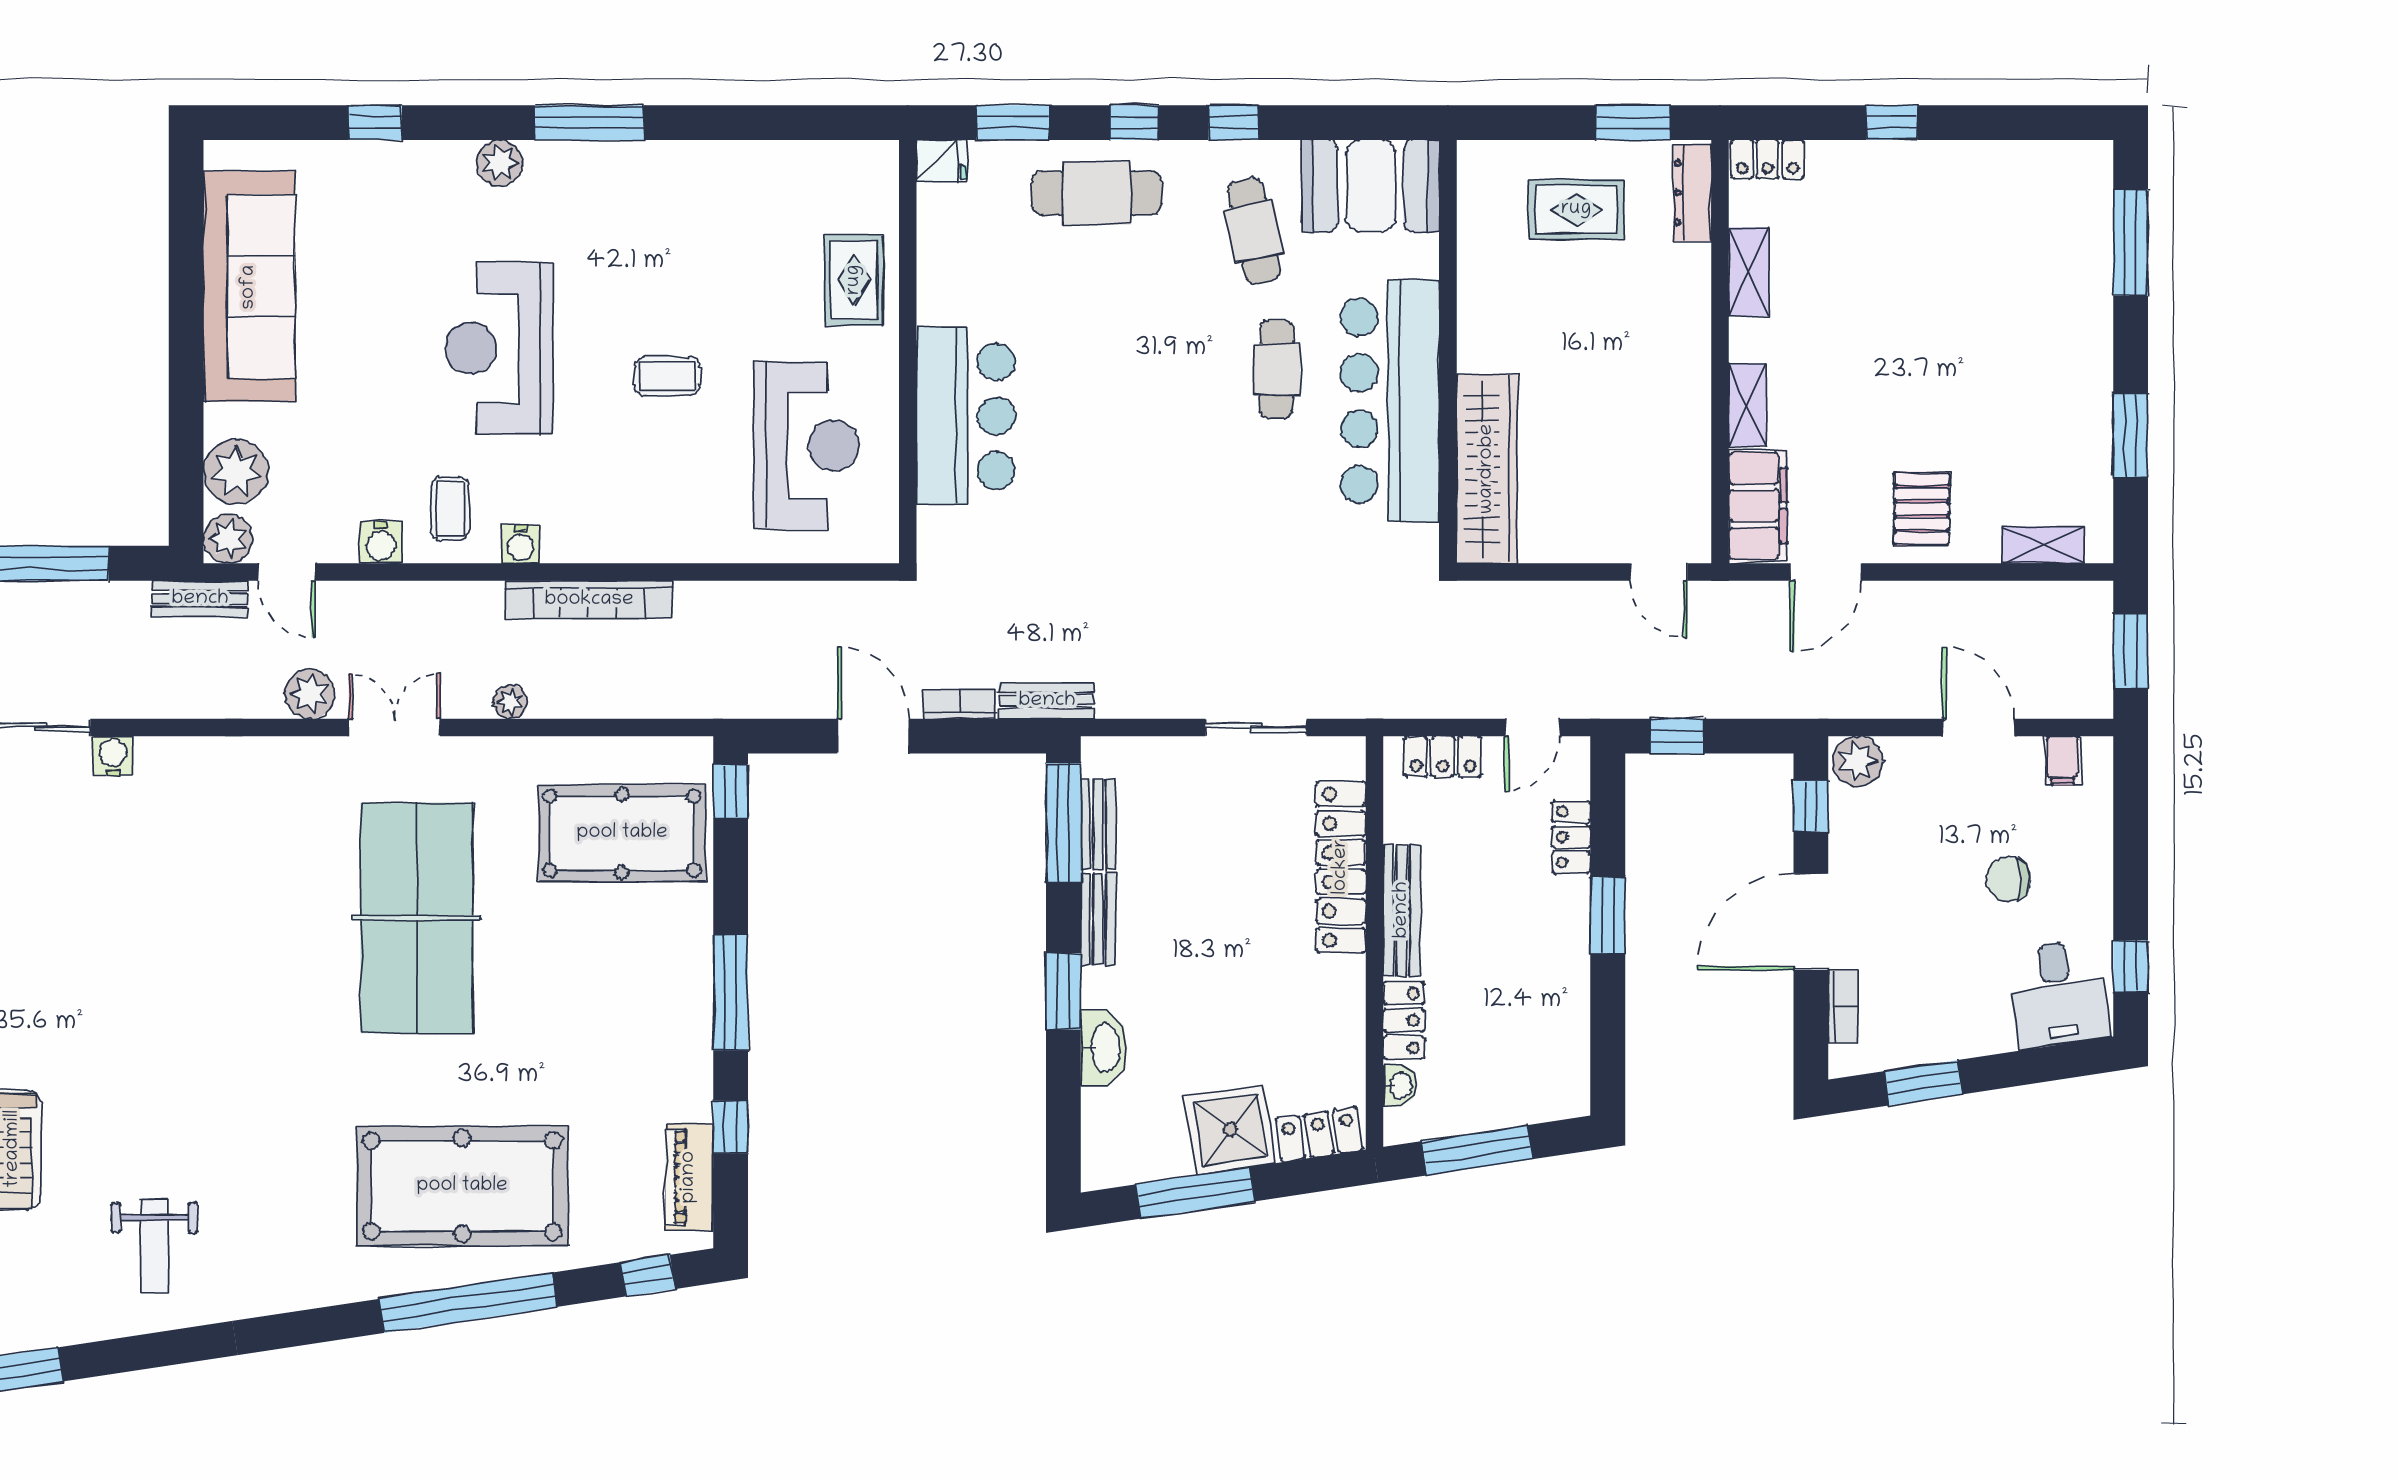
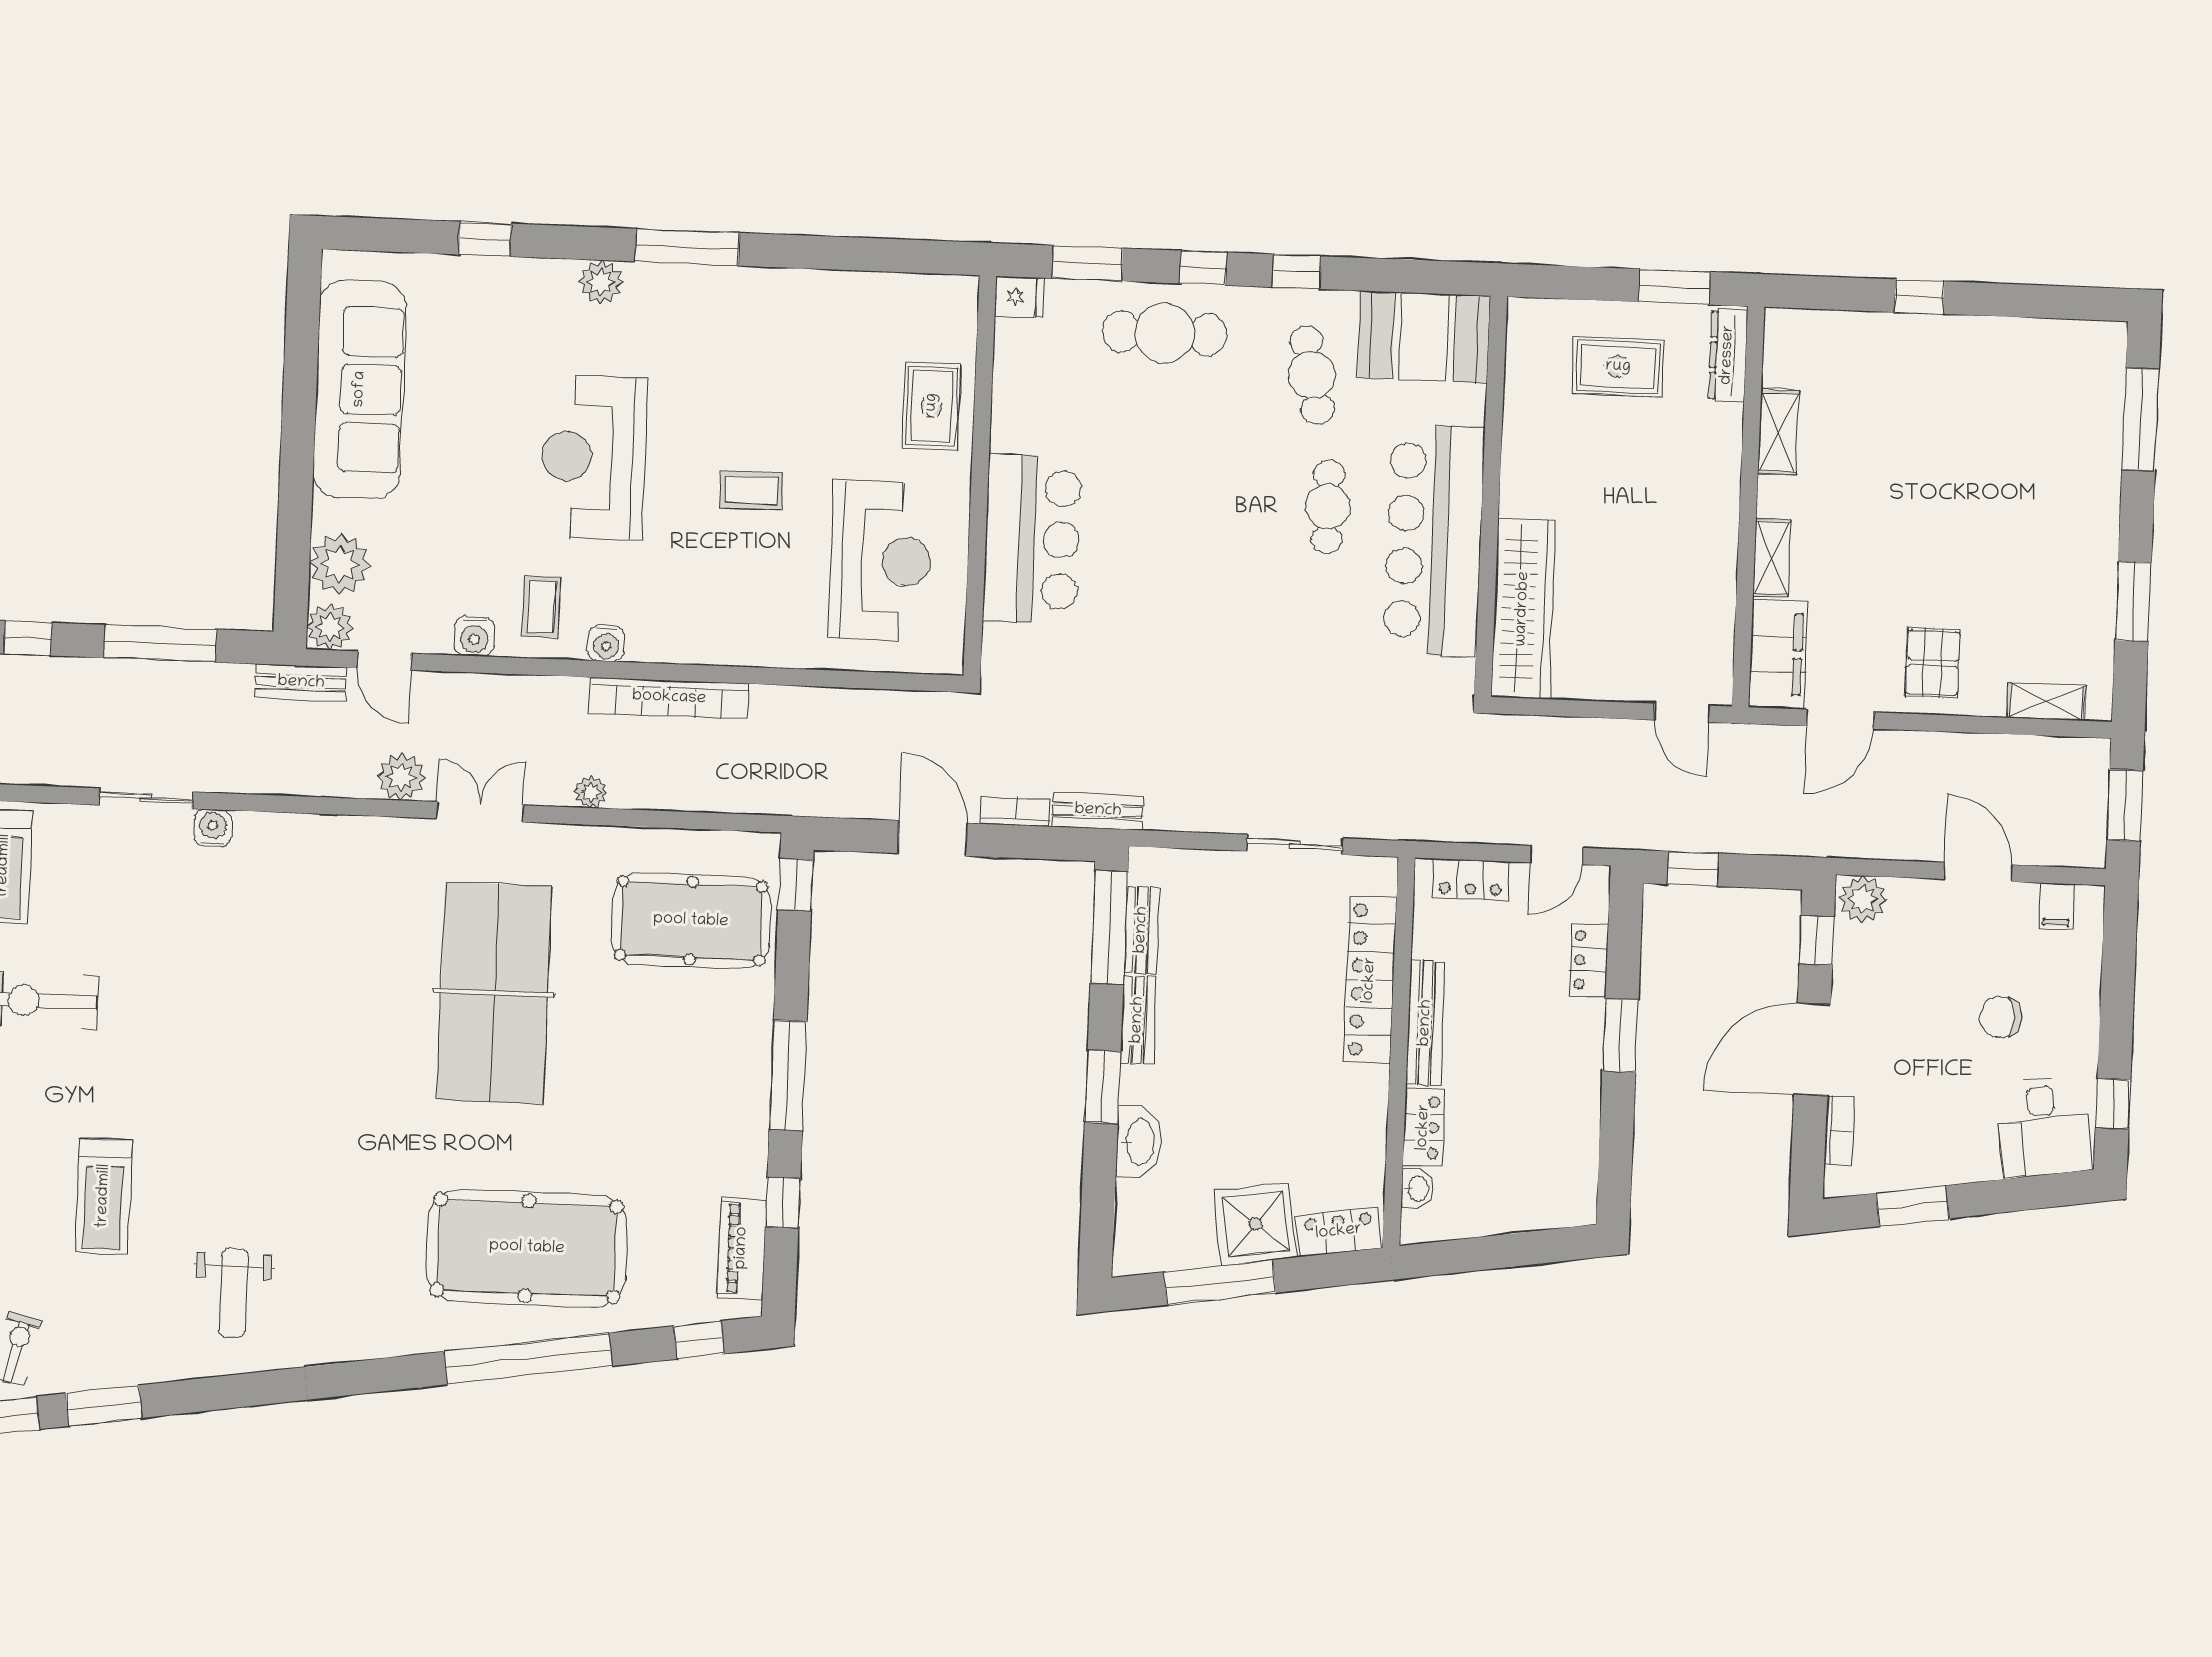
locker: (1768, 159) -> (1800, 327), removed
window: (1477, 1150) -> (1488, 1253), removed

